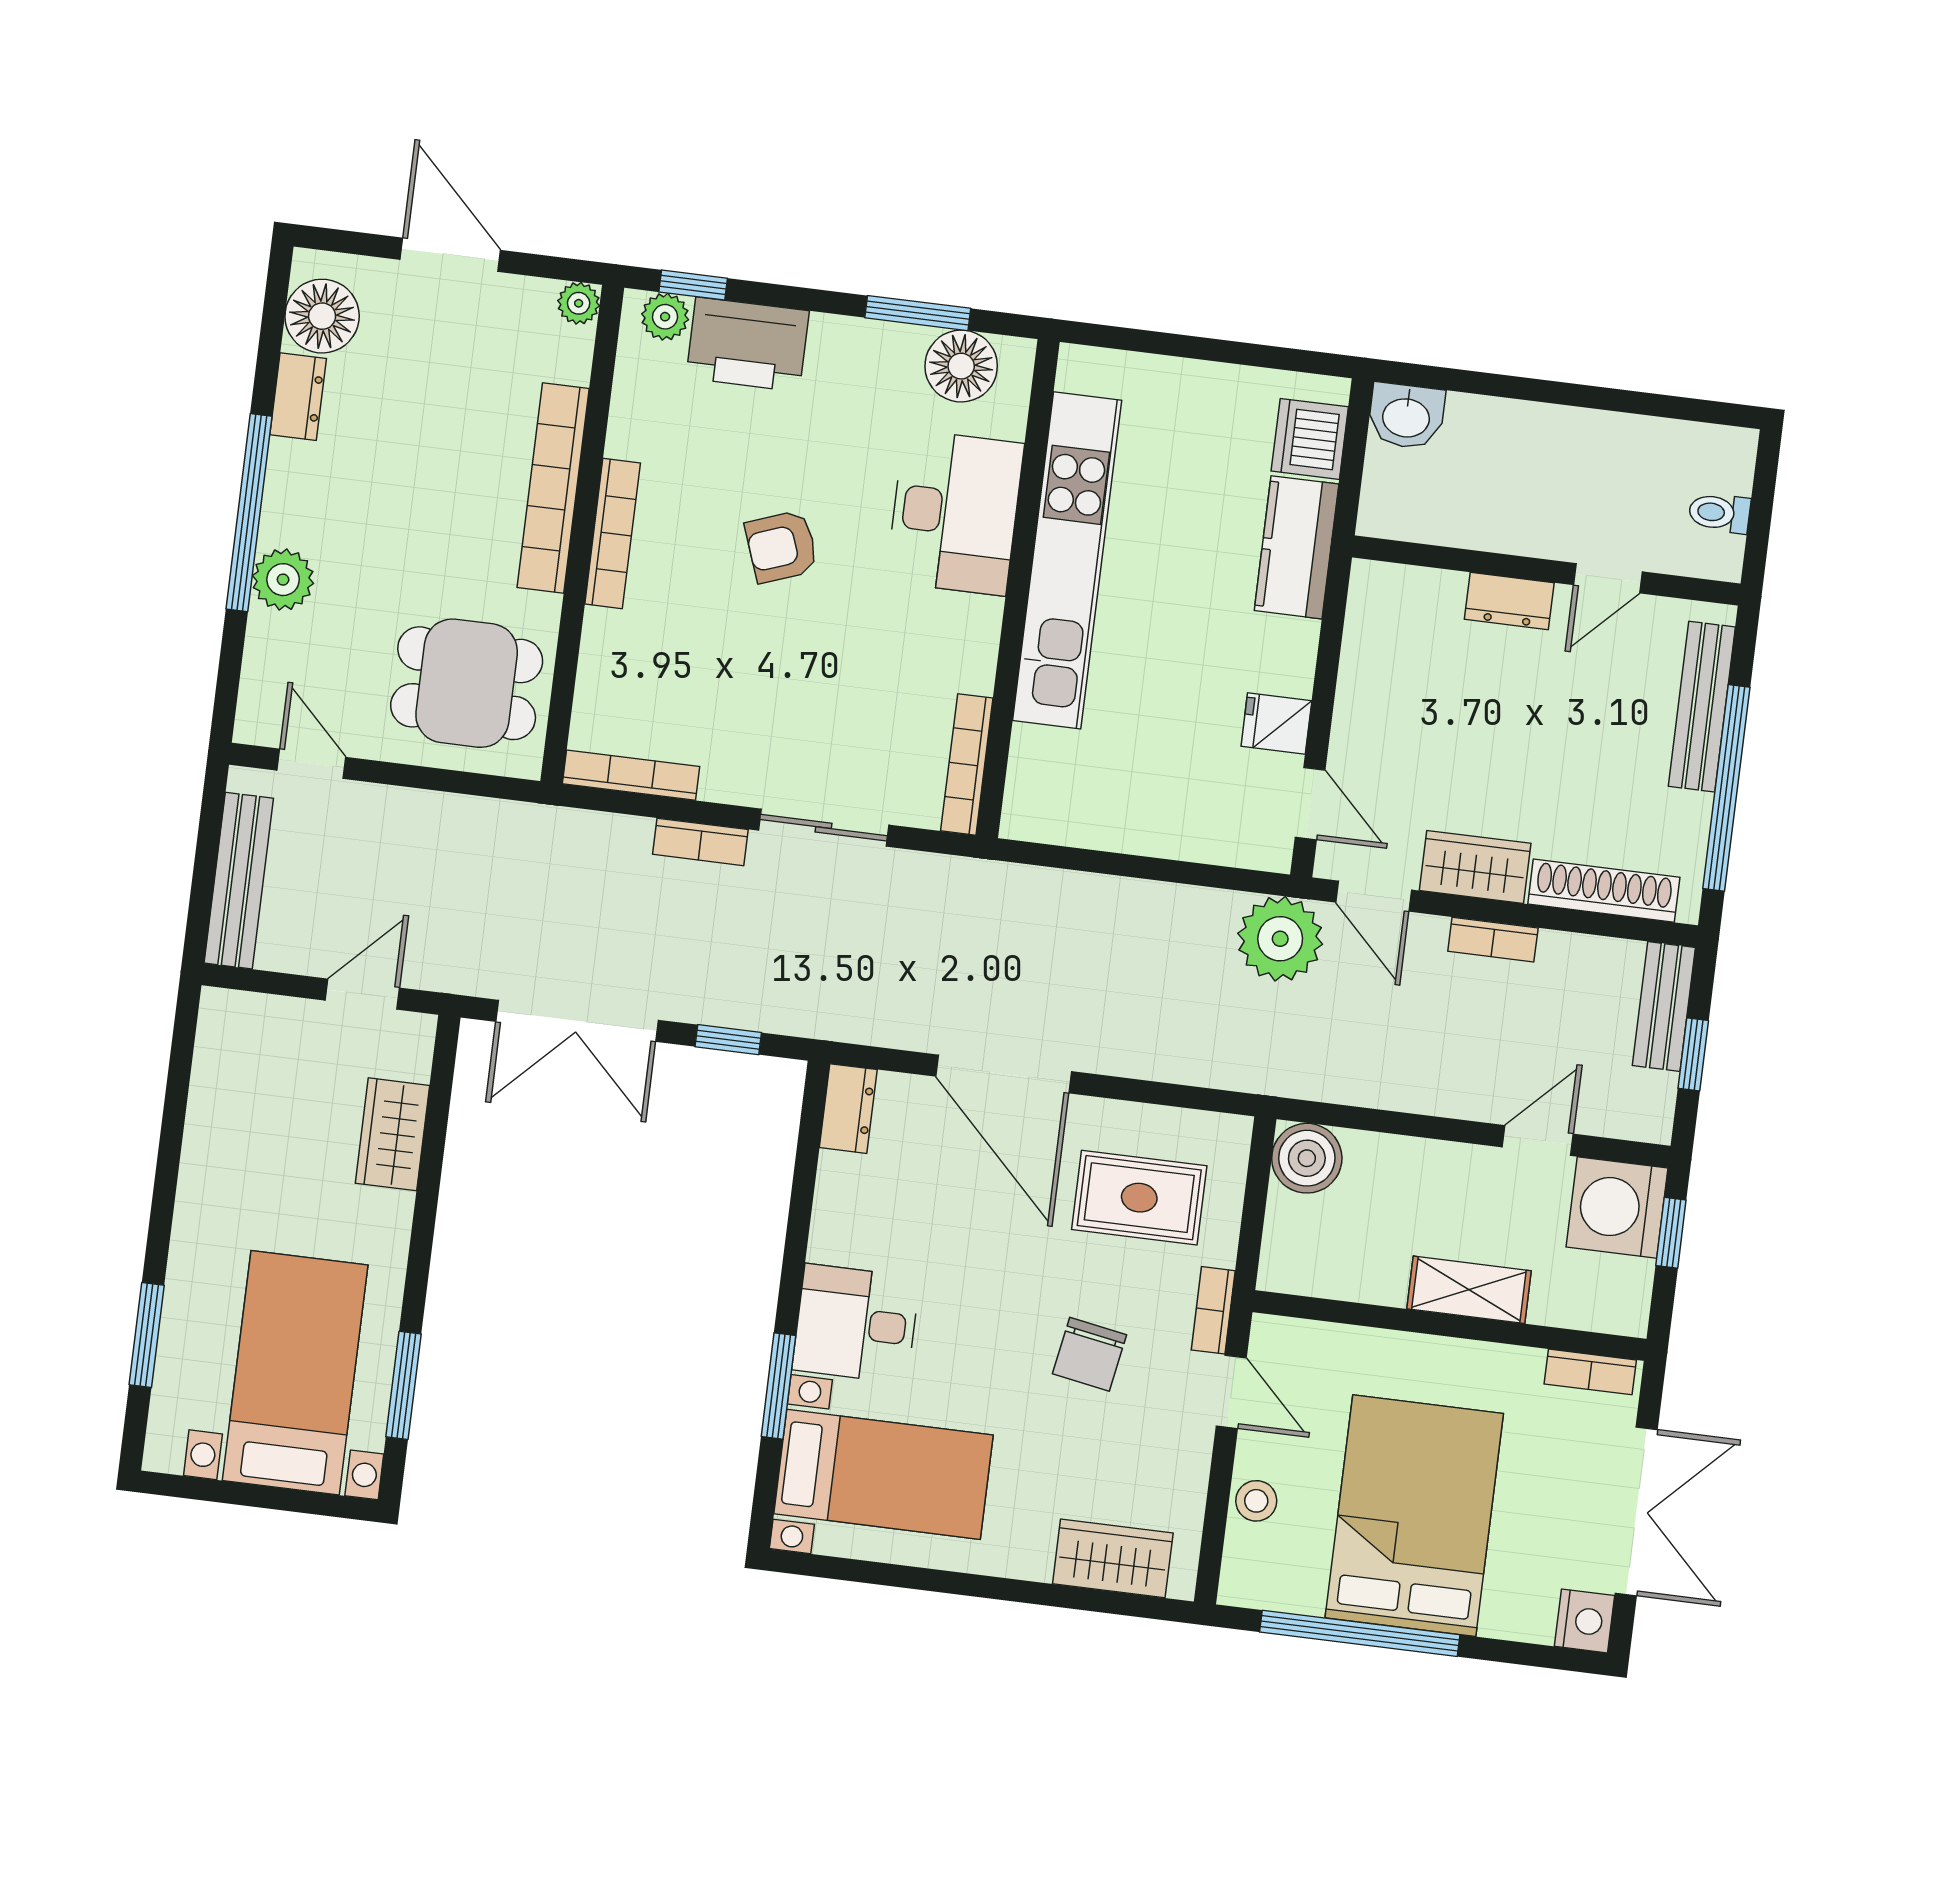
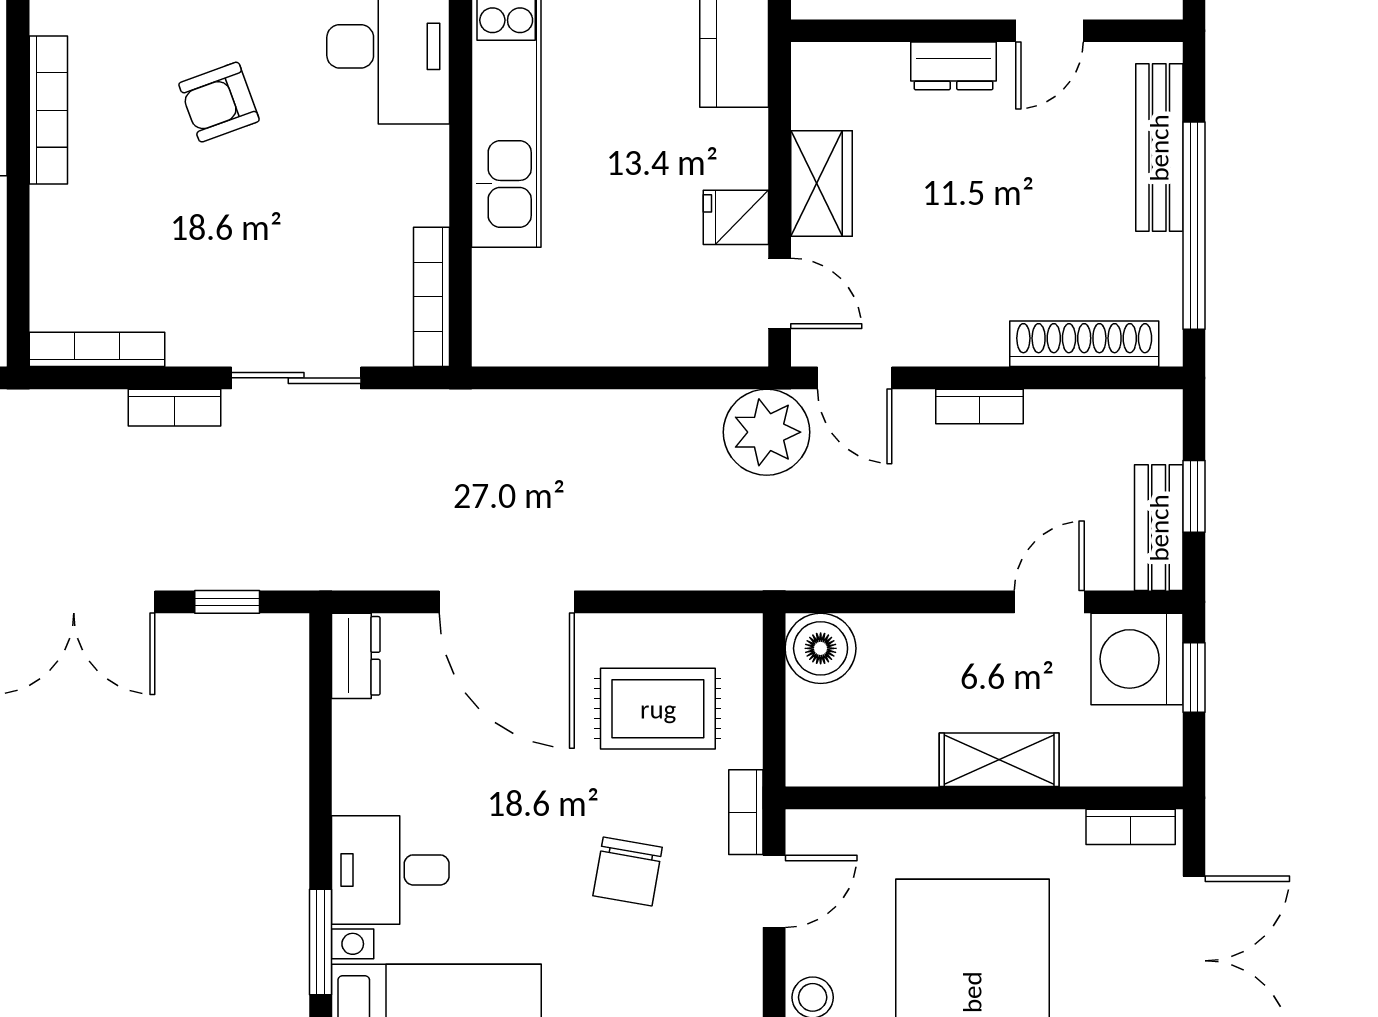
wardrobe: (1475, 867) -> (822, 184), moved, turned 90
bench: (1664, 1007) -> (1159, 528), moved
door: (1231, 1392) -> (774, 891), hinge flipped

